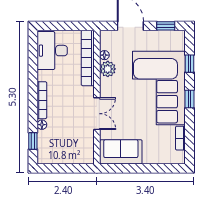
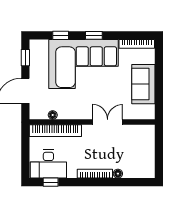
plant: (108, 69) -> (66, 112), removed
bookcase: (180, 138) -> (137, 44), width x1.56
window: (33, 141) -> (51, 182), moved
sofa: (121, 152) -> (143, 84), moved

